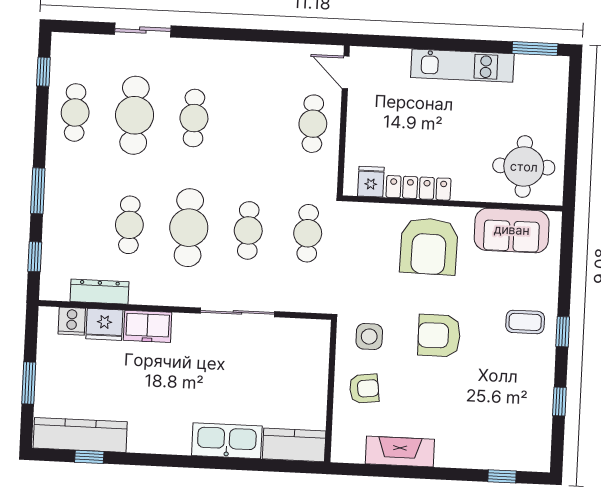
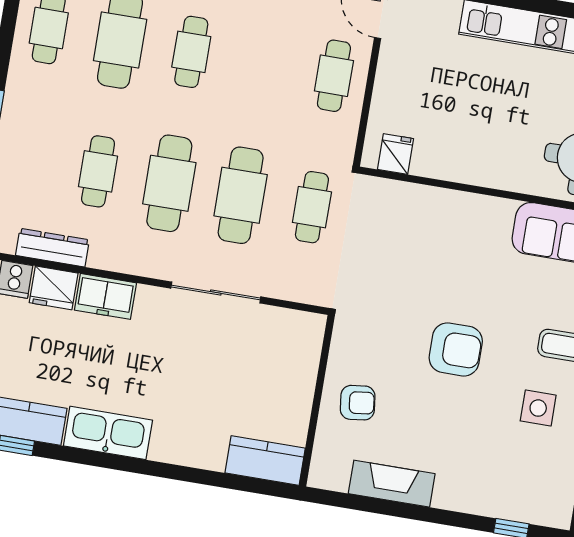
locker: (418, 188) -> (452, 168), removed
cafe table: (248, 230) -> (241, 195), width x1.37, depth x1.35
armchair: (429, 246) -> (456, 240), removed
armchair: (439, 336) -> (456, 349), turned 180
side table: (369, 337) -> (538, 408), moved
kitchen sink: (227, 441) -> (108, 433), moved

